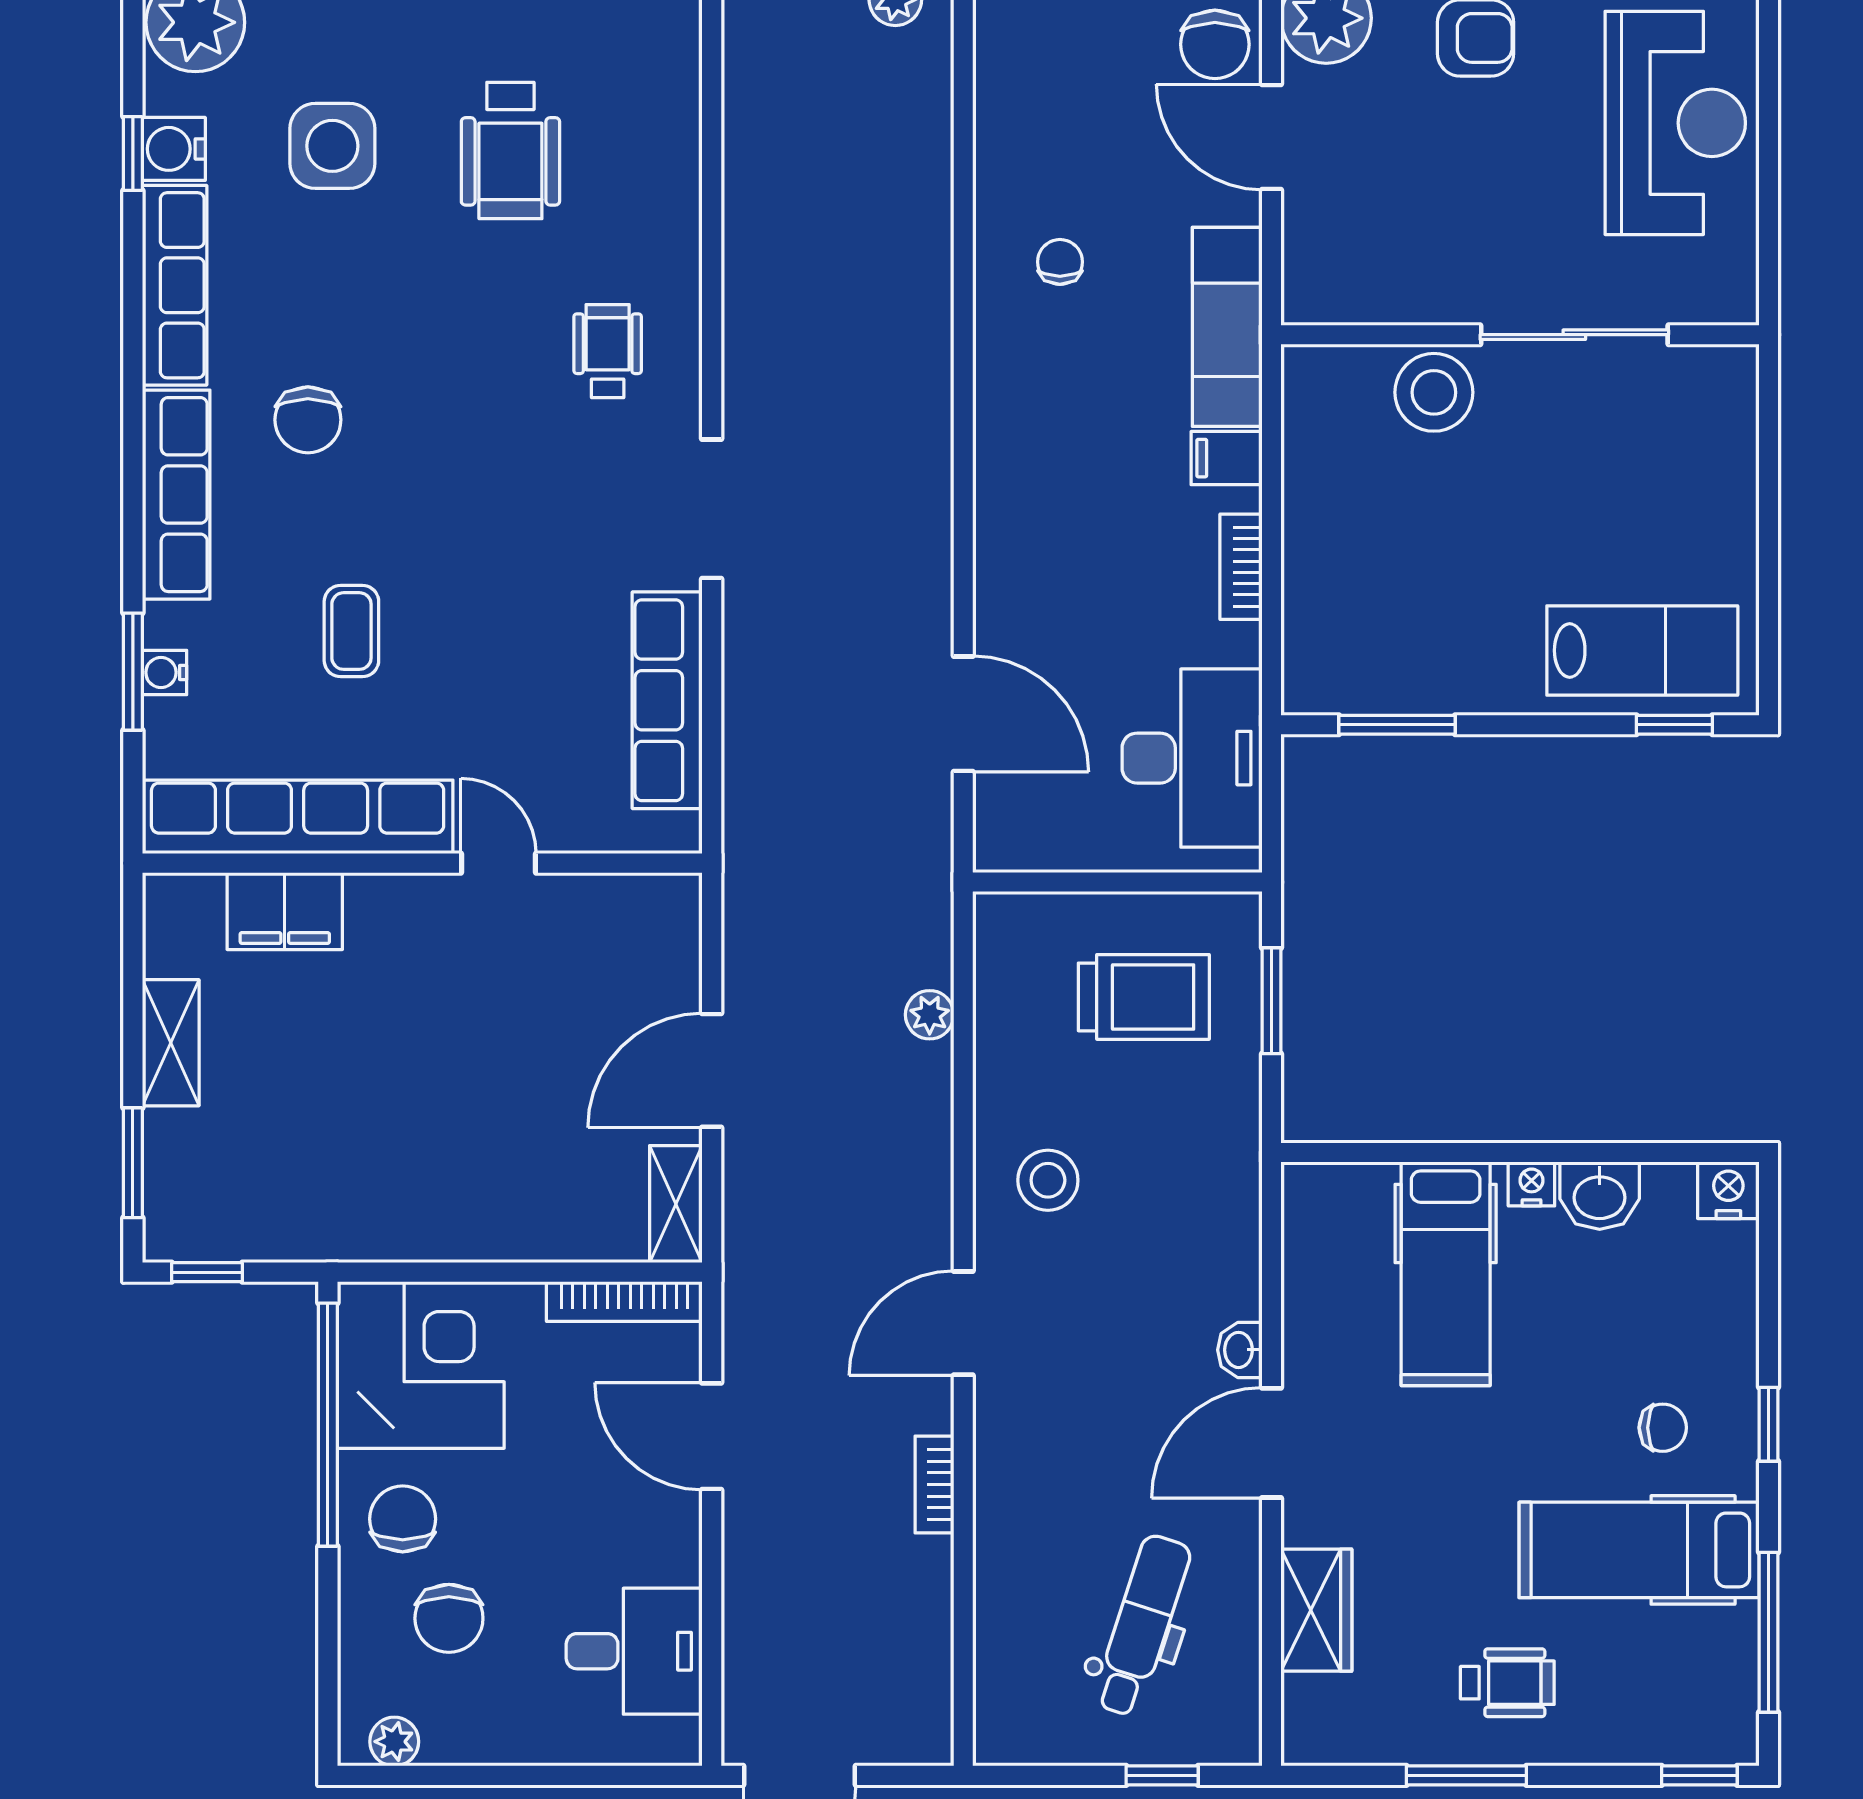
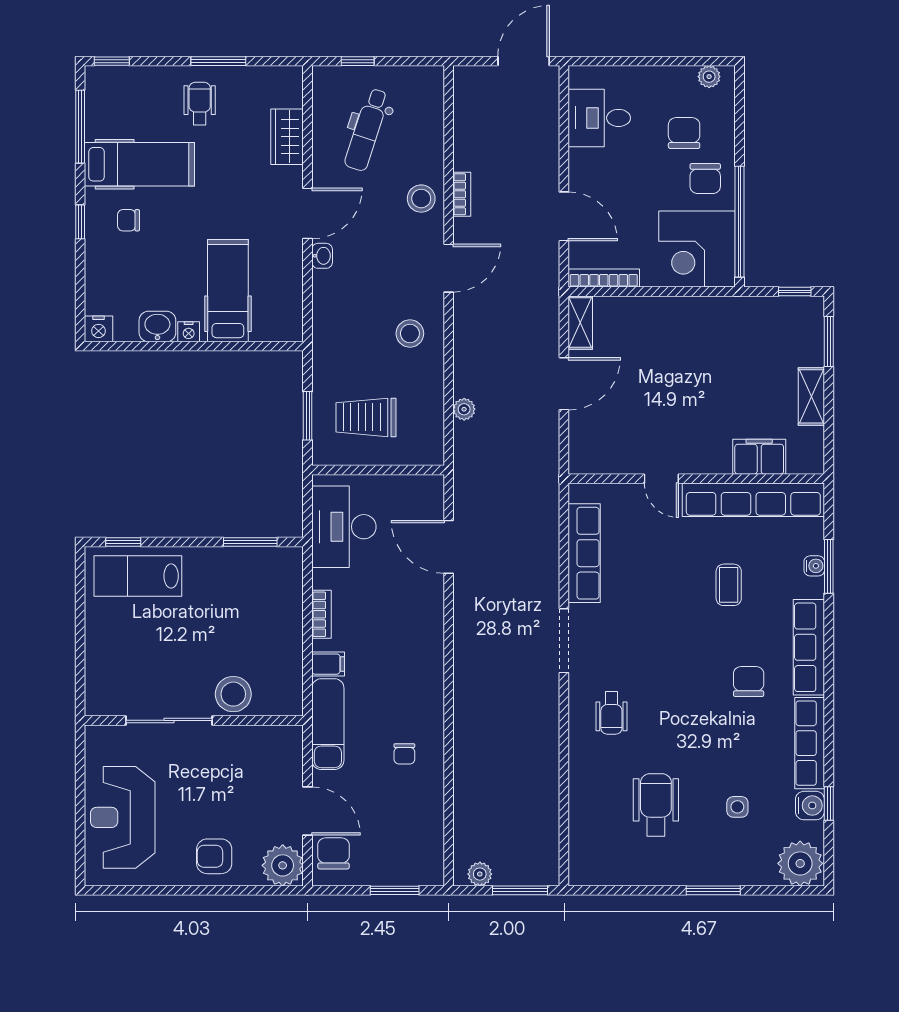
side table: (332, 146) -> (737, 807), width x0.54, depth x0.54
stool: (1023, 1475) -> (421, 199), added
wheelchair: (1507, 1683) -> (200, 104), turned 90

